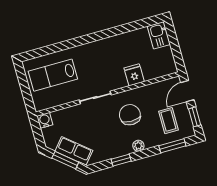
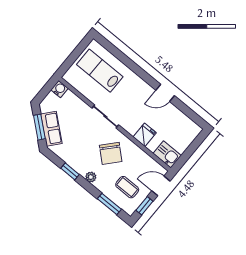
door: (110, 32) -> (165, 93), added
kitchen sink: (159, 35) -> (167, 155), moved, turned 90
chair: (130, 115) -> (111, 153), turned 132
coffee table: (168, 121) -> (127, 187), turned 90

